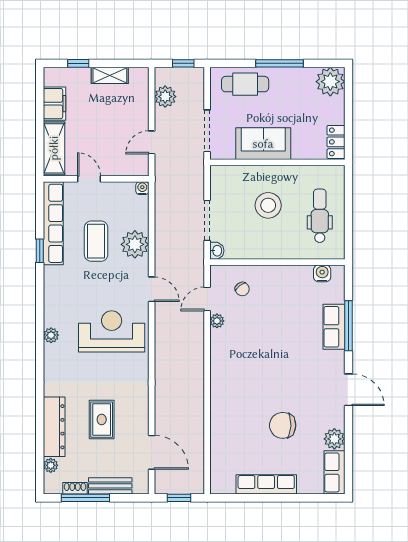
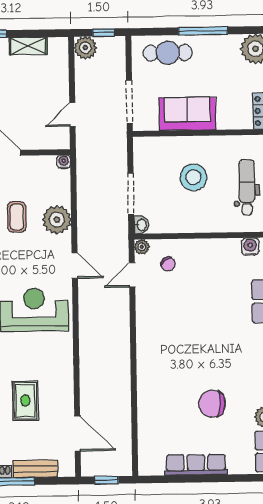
plant: (165, 97) -> (85, 48), moved
coffee table: (96, 241) -> (17, 217), width x0.73, depth x0.77
plant: (217, 321) -> (142, 247), moved

